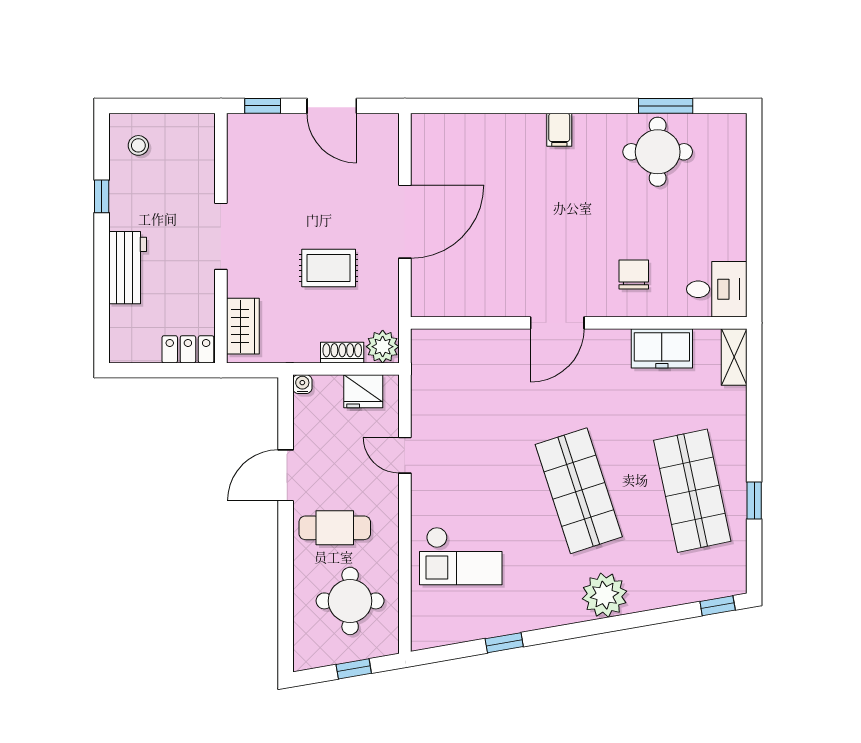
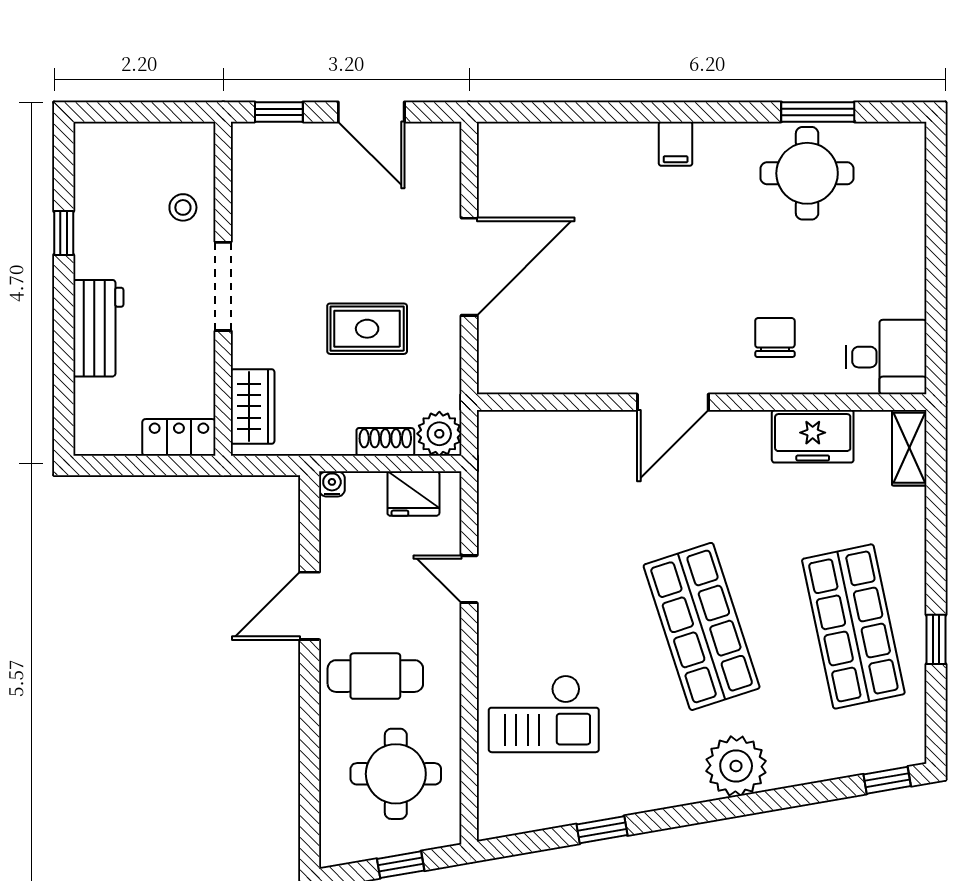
stool: (138, 145) -> (183, 207), moved

